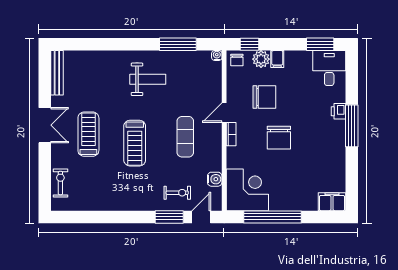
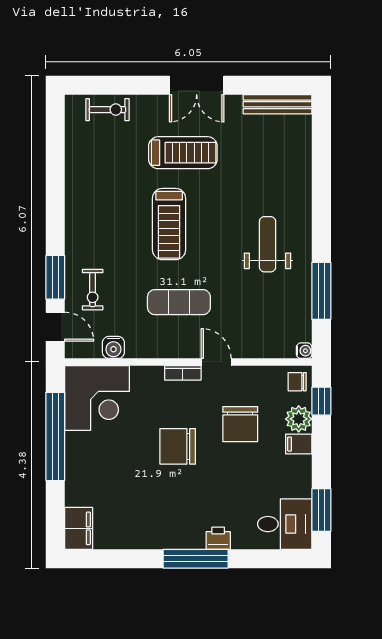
weight bench: (148, 79) -> (268, 244), turned 180
treadmill: (135, 143) -> (169, 224), turned -90

